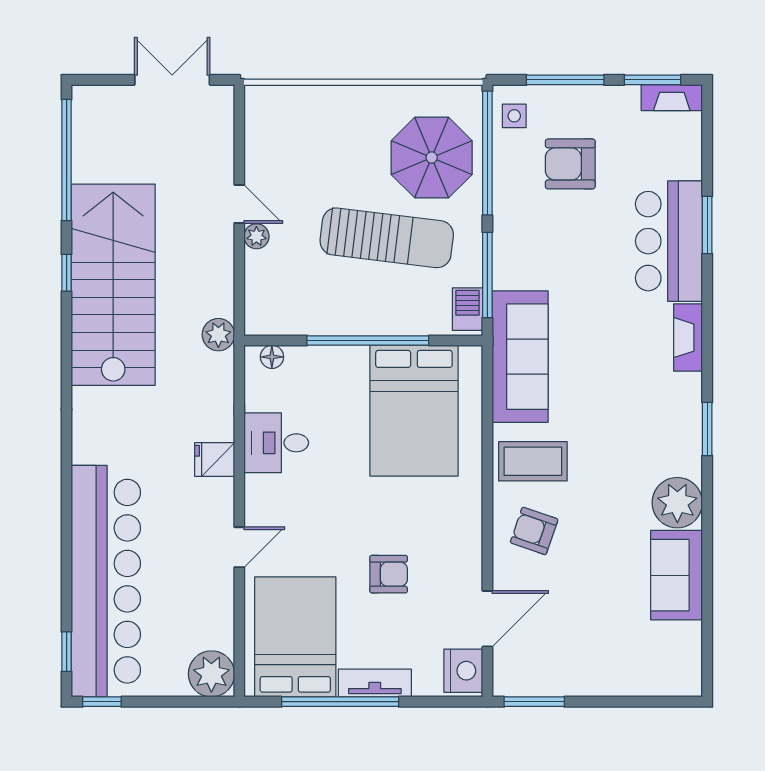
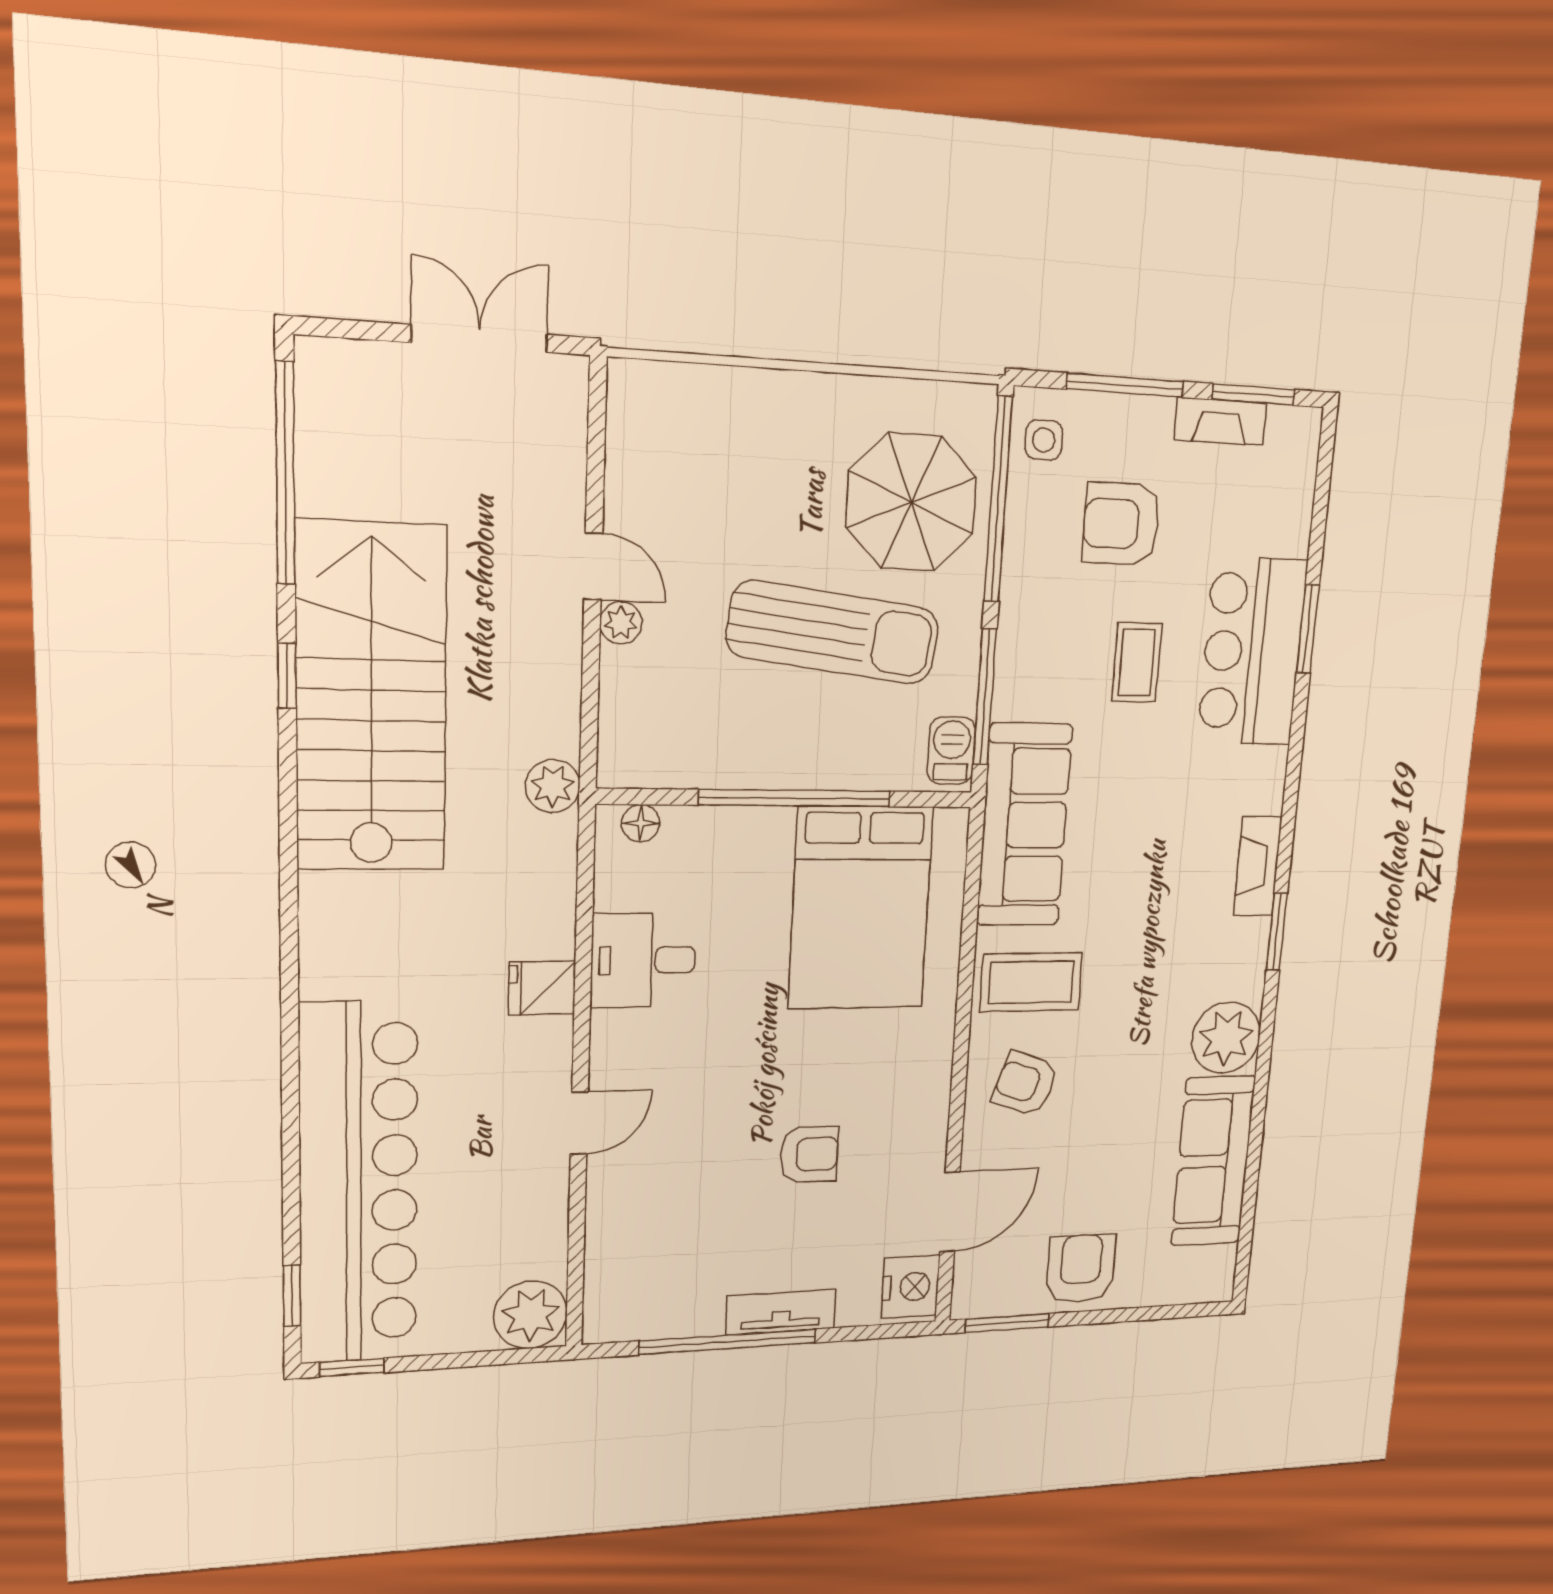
fireplace: (672, 98) -> (1220, 421), moved
coffee table: (588, 250) -> (1137, 663), added
fireplace: (688, 338) -> (1258, 866), moved
sofa: (677, 575) -> (1213, 1161), width x1.36
bed: (295, 637) -> (663, 1253), removed
armchair: (585, 665) -> (1081, 1269), added

